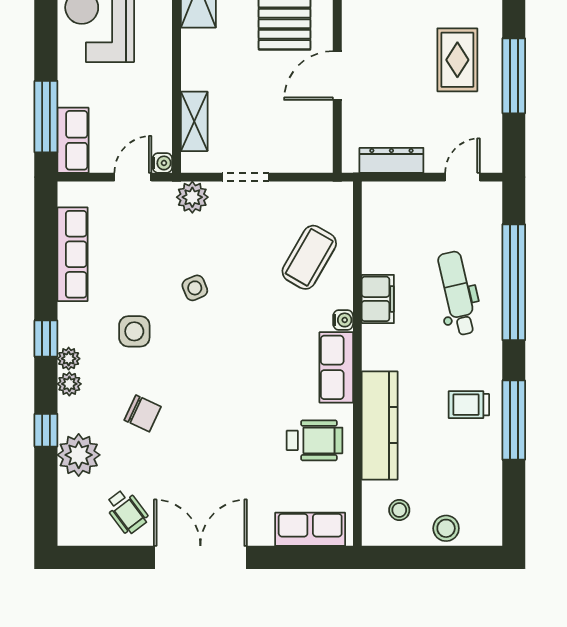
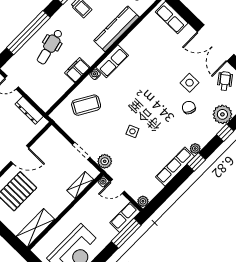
row of seats: (73, 254) -> (175, 167), moved
side table: (134, 331) -> (190, 83), moved
plant: (69, 384) -> (143, 201), moved
wheelchair: (315, 440) -> (142, 45), removed

